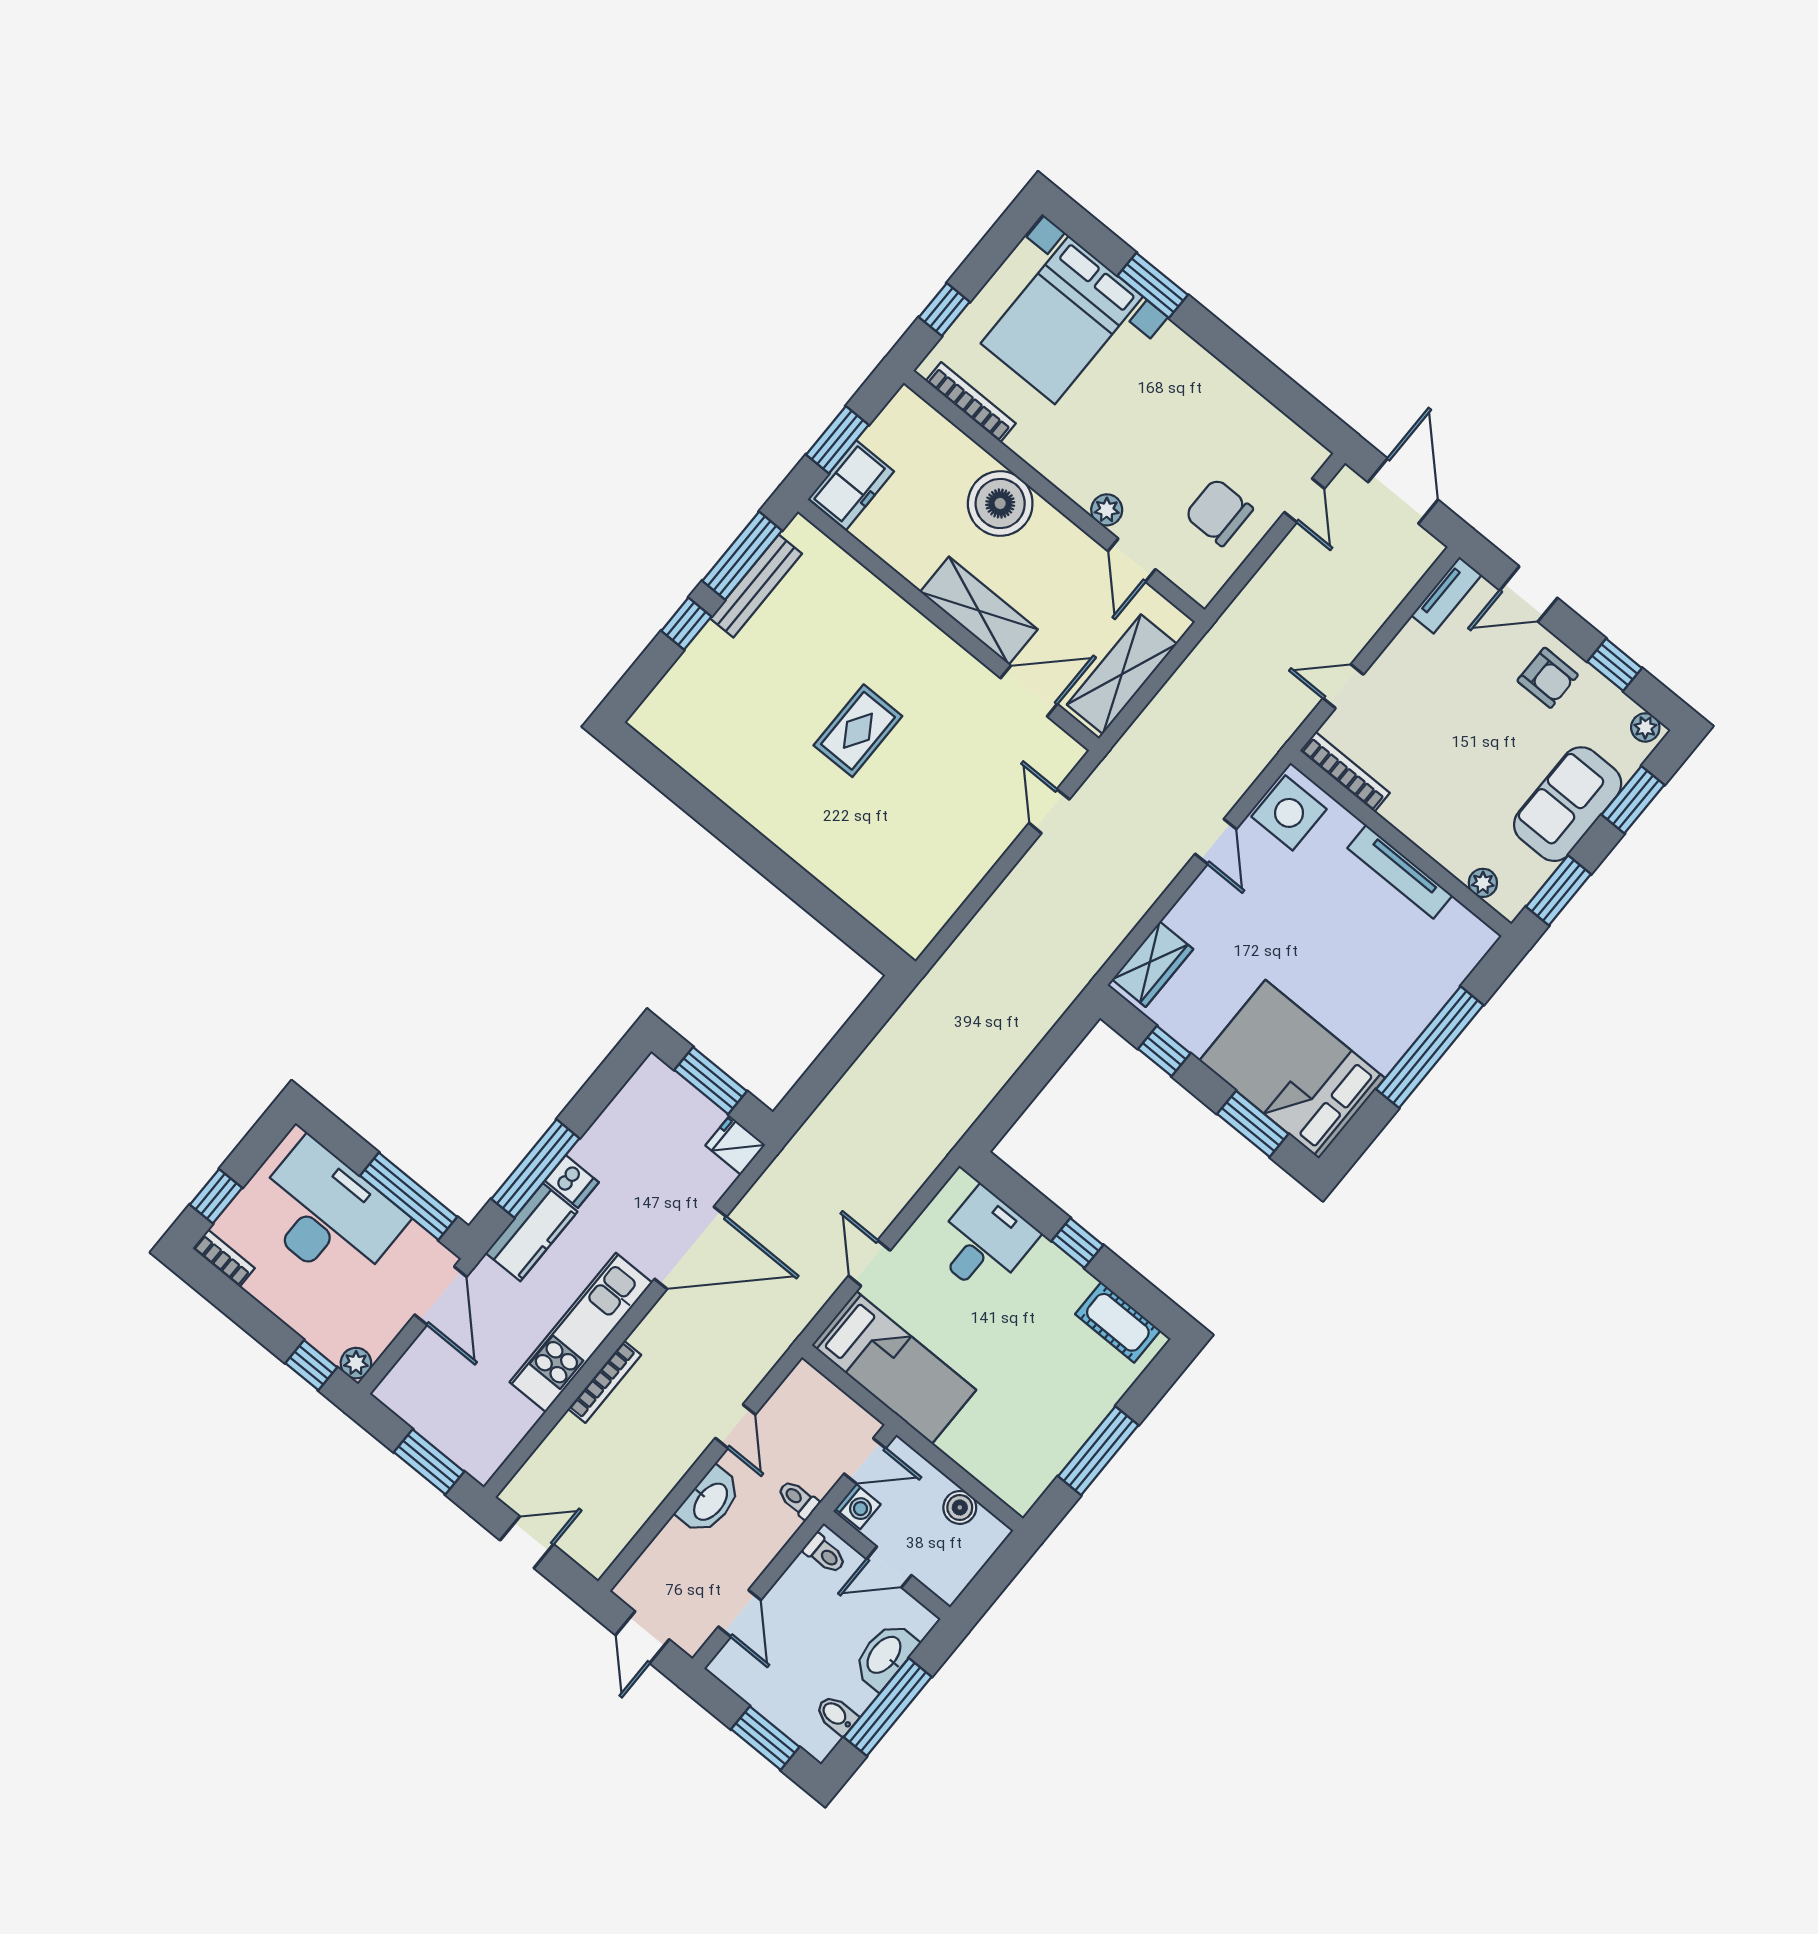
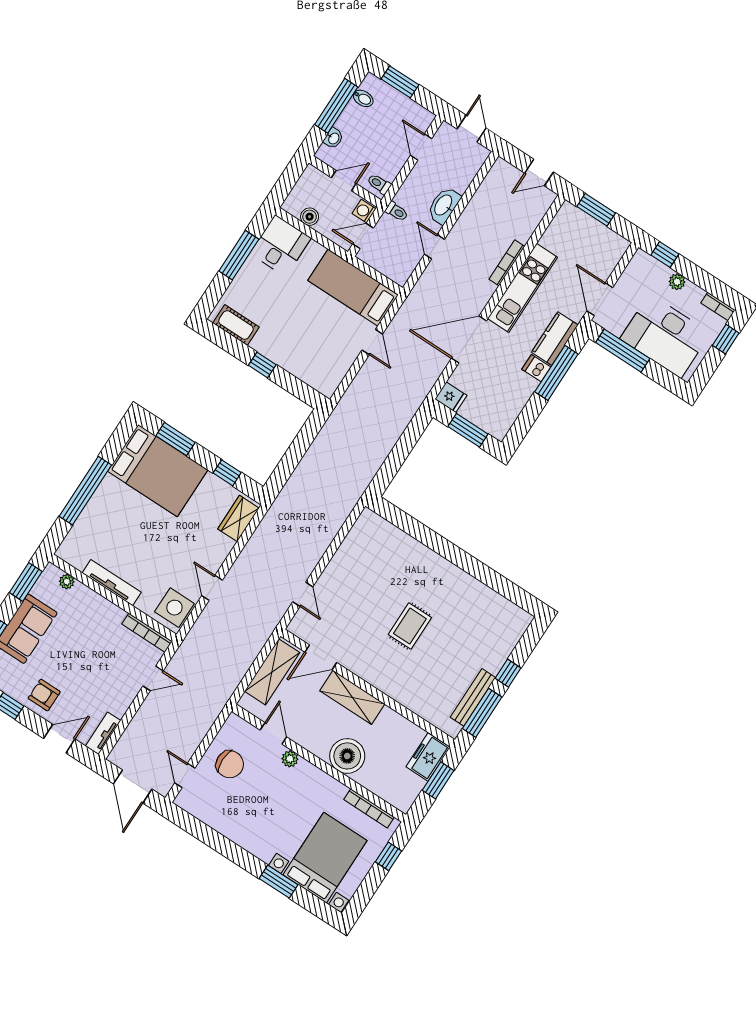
desk: (984, 1242) -> (280, 246), moved, turned 180
plant: (356, 1363) -> (677, 282), moved
washbasin: (885, 1656) -> (333, 138), width x0.52, depth x0.69

